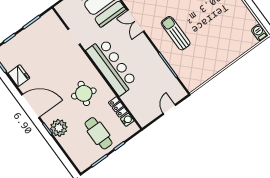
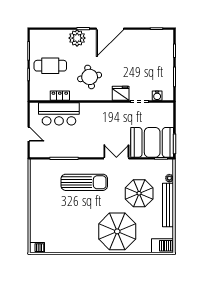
sun lounger: (176, 33) -> (84, 182), width x1.36, depth x1.34
bar counter: (112, 67) -> (59, 114), moved, width x0.73
fridge: (19, 76) -> (121, 93), moved, turned 180
round table: (84, 93) -> (90, 77), turned -32
water cooler: (127, 120) -> (157, 96), moved

